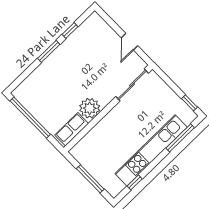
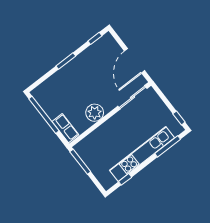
window: (70, 31) -> (95, 38), moved
door: (130, 42) -> (135, 61), width x1.88
row of seats: (72, 129) -> (65, 128), moved, turned 90
window: (90, 179) -> (80, 162), moved

